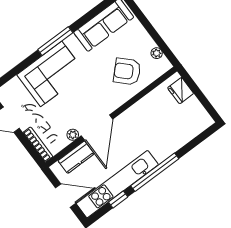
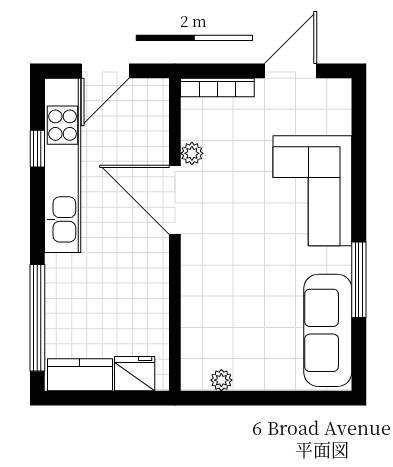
window: (55, 41) -> (359, 280), moved
armchair: (127, 71) -> (227, 313), removed
kitchen counter: (76, 157) -> (80, 375), moved, turned 90
window: (155, 172) -> (37, 318), moved

